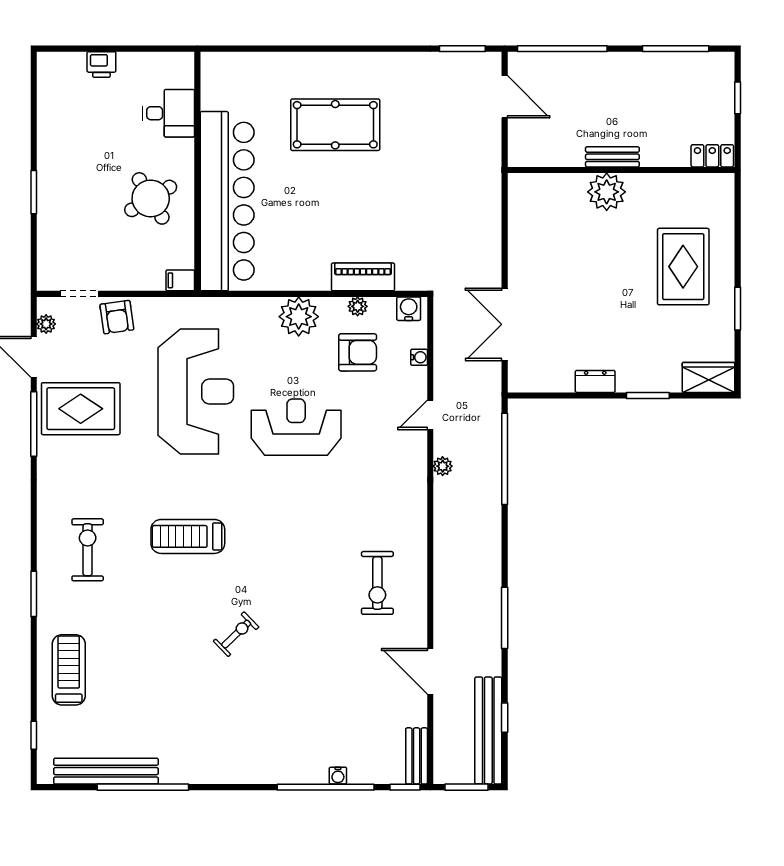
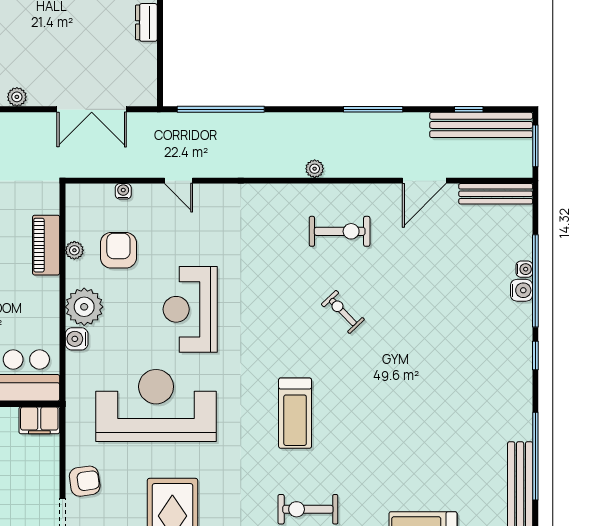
plant: (518, 246) -> (17, 97), added
filing cabinet: (180, 280) -> (39, 420), width x2.00
water cooler: (409, 309) -> (77, 339), moved
plant: (443, 466) -> (315, 169), moved
exercise bike: (236, 634) -> (343, 312), moved
bench: (417, 756) -> (496, 194), width x1.36
water cooler: (316, 773) -> (522, 290), added
window: (405, 787) -> (535, 356), moved

